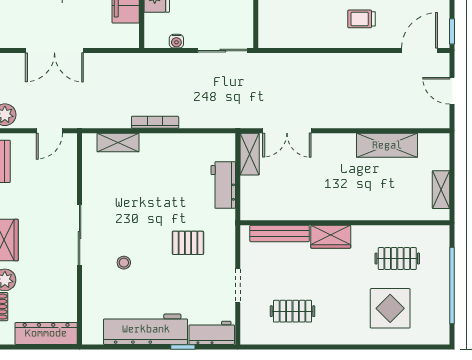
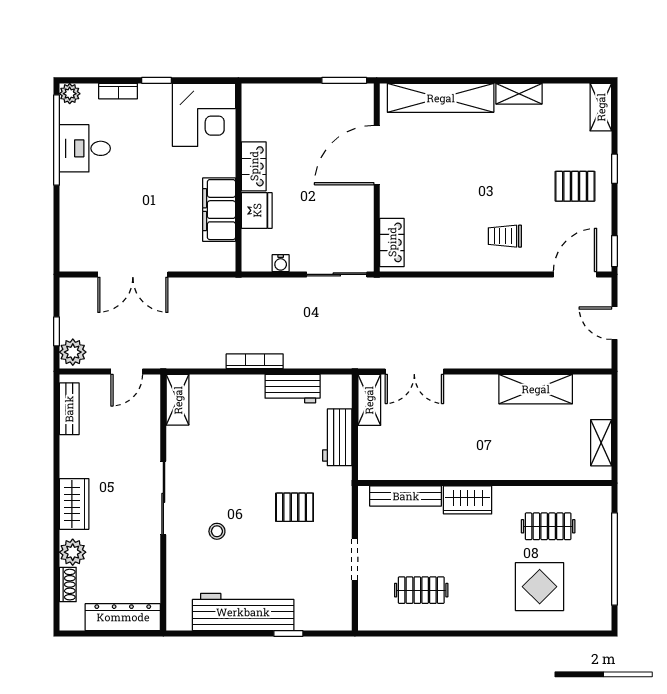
locker: (268, 24) -> (392, 242), added
shelving: (118, 142) -> (178, 400), moved, turned 90
workbench: (212, 333) -> (293, 389), moved, turned 180

